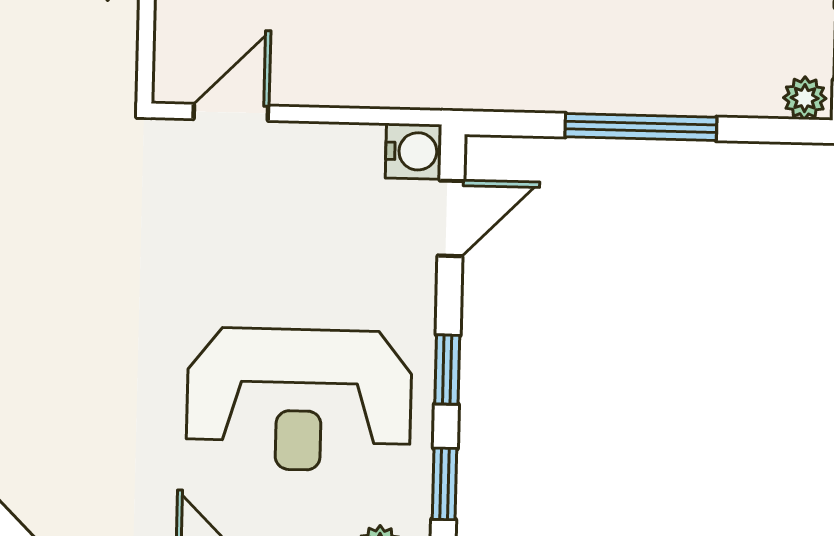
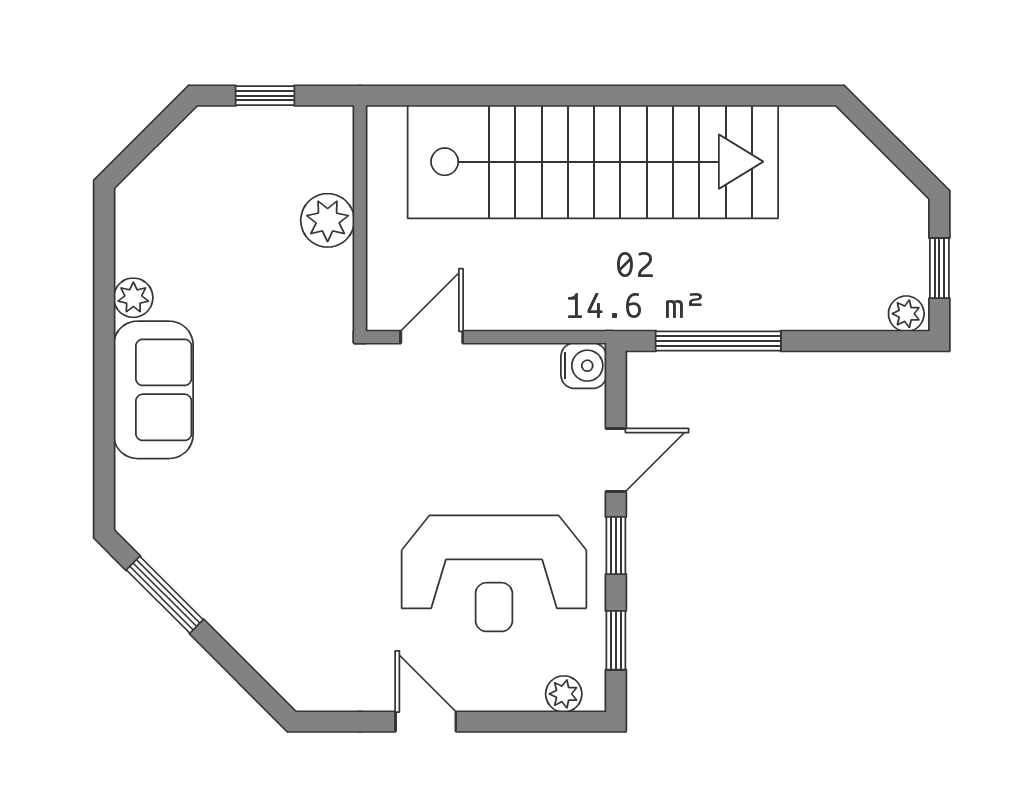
window: (641, 127) -> (718, 341), moved
door: (451, 218) -> (616, 460), moved

